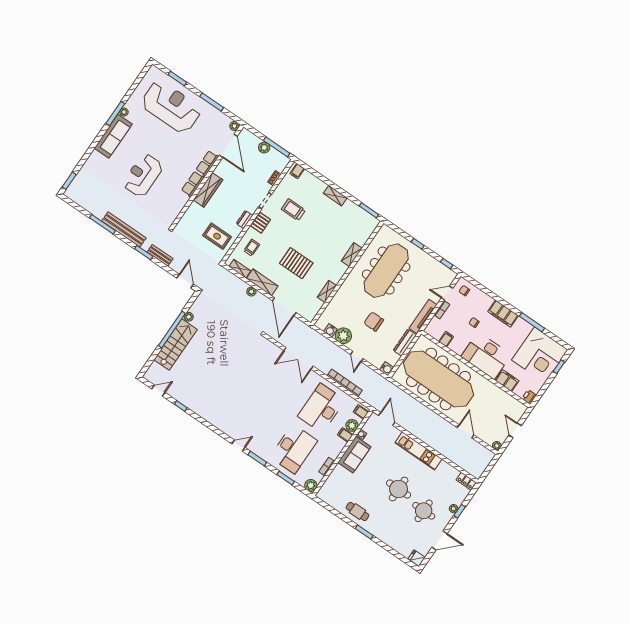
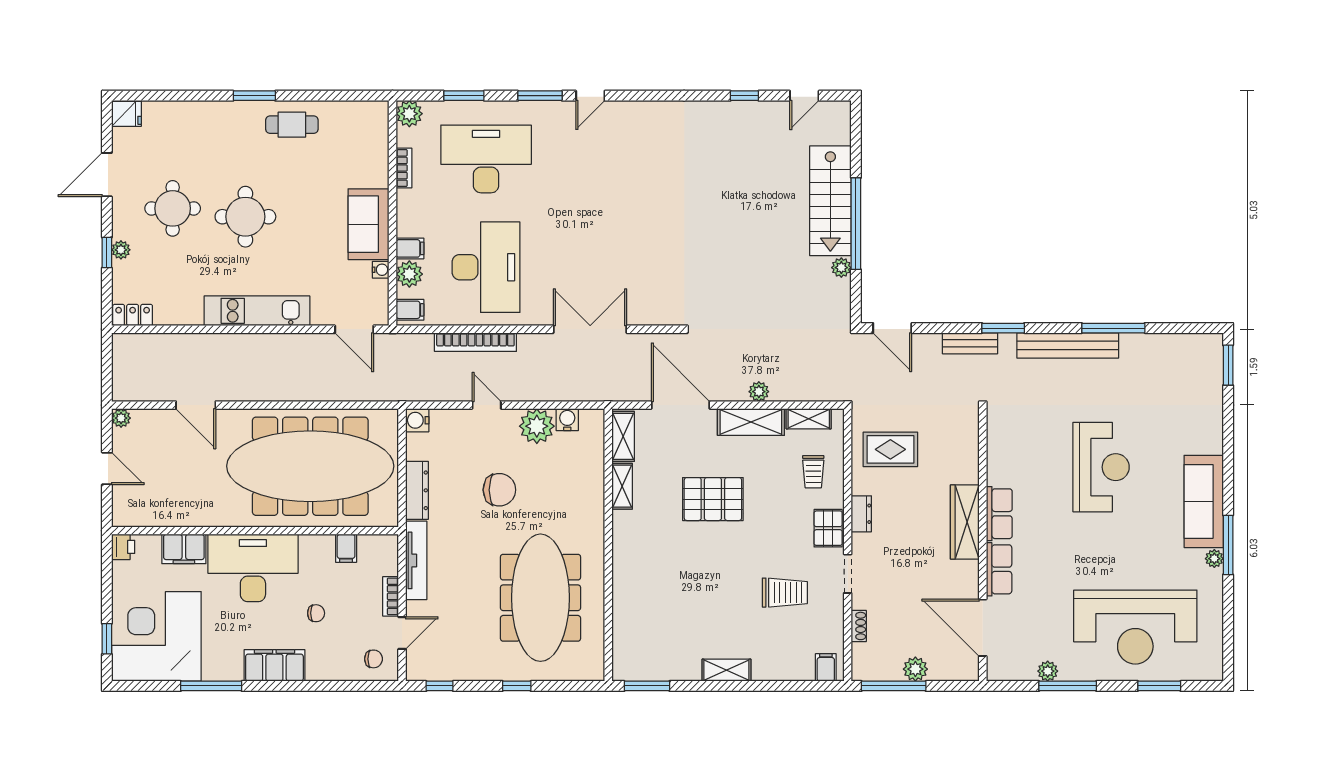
plant: (234, 126) -> (1048, 671), moved
shelving: (352, 255) -> (623, 436), moved
desk: (294, 449) -> (486, 159), turned 90

